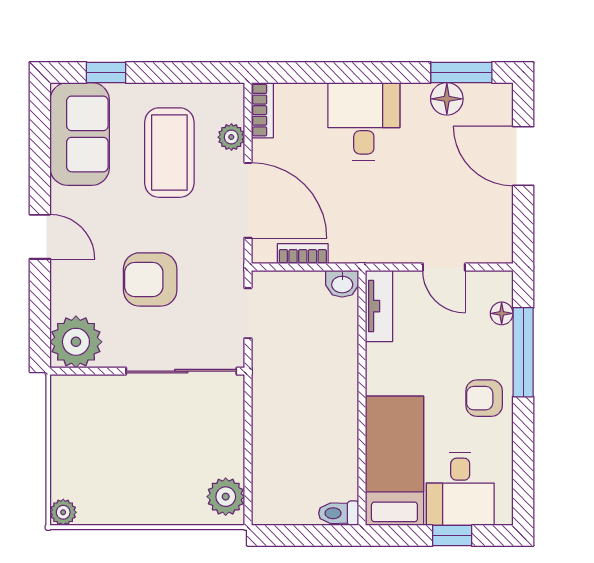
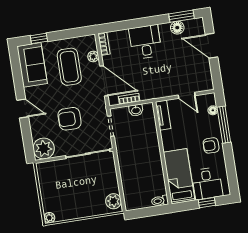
washbasin: (342, 284) -> (136, 110), moved

